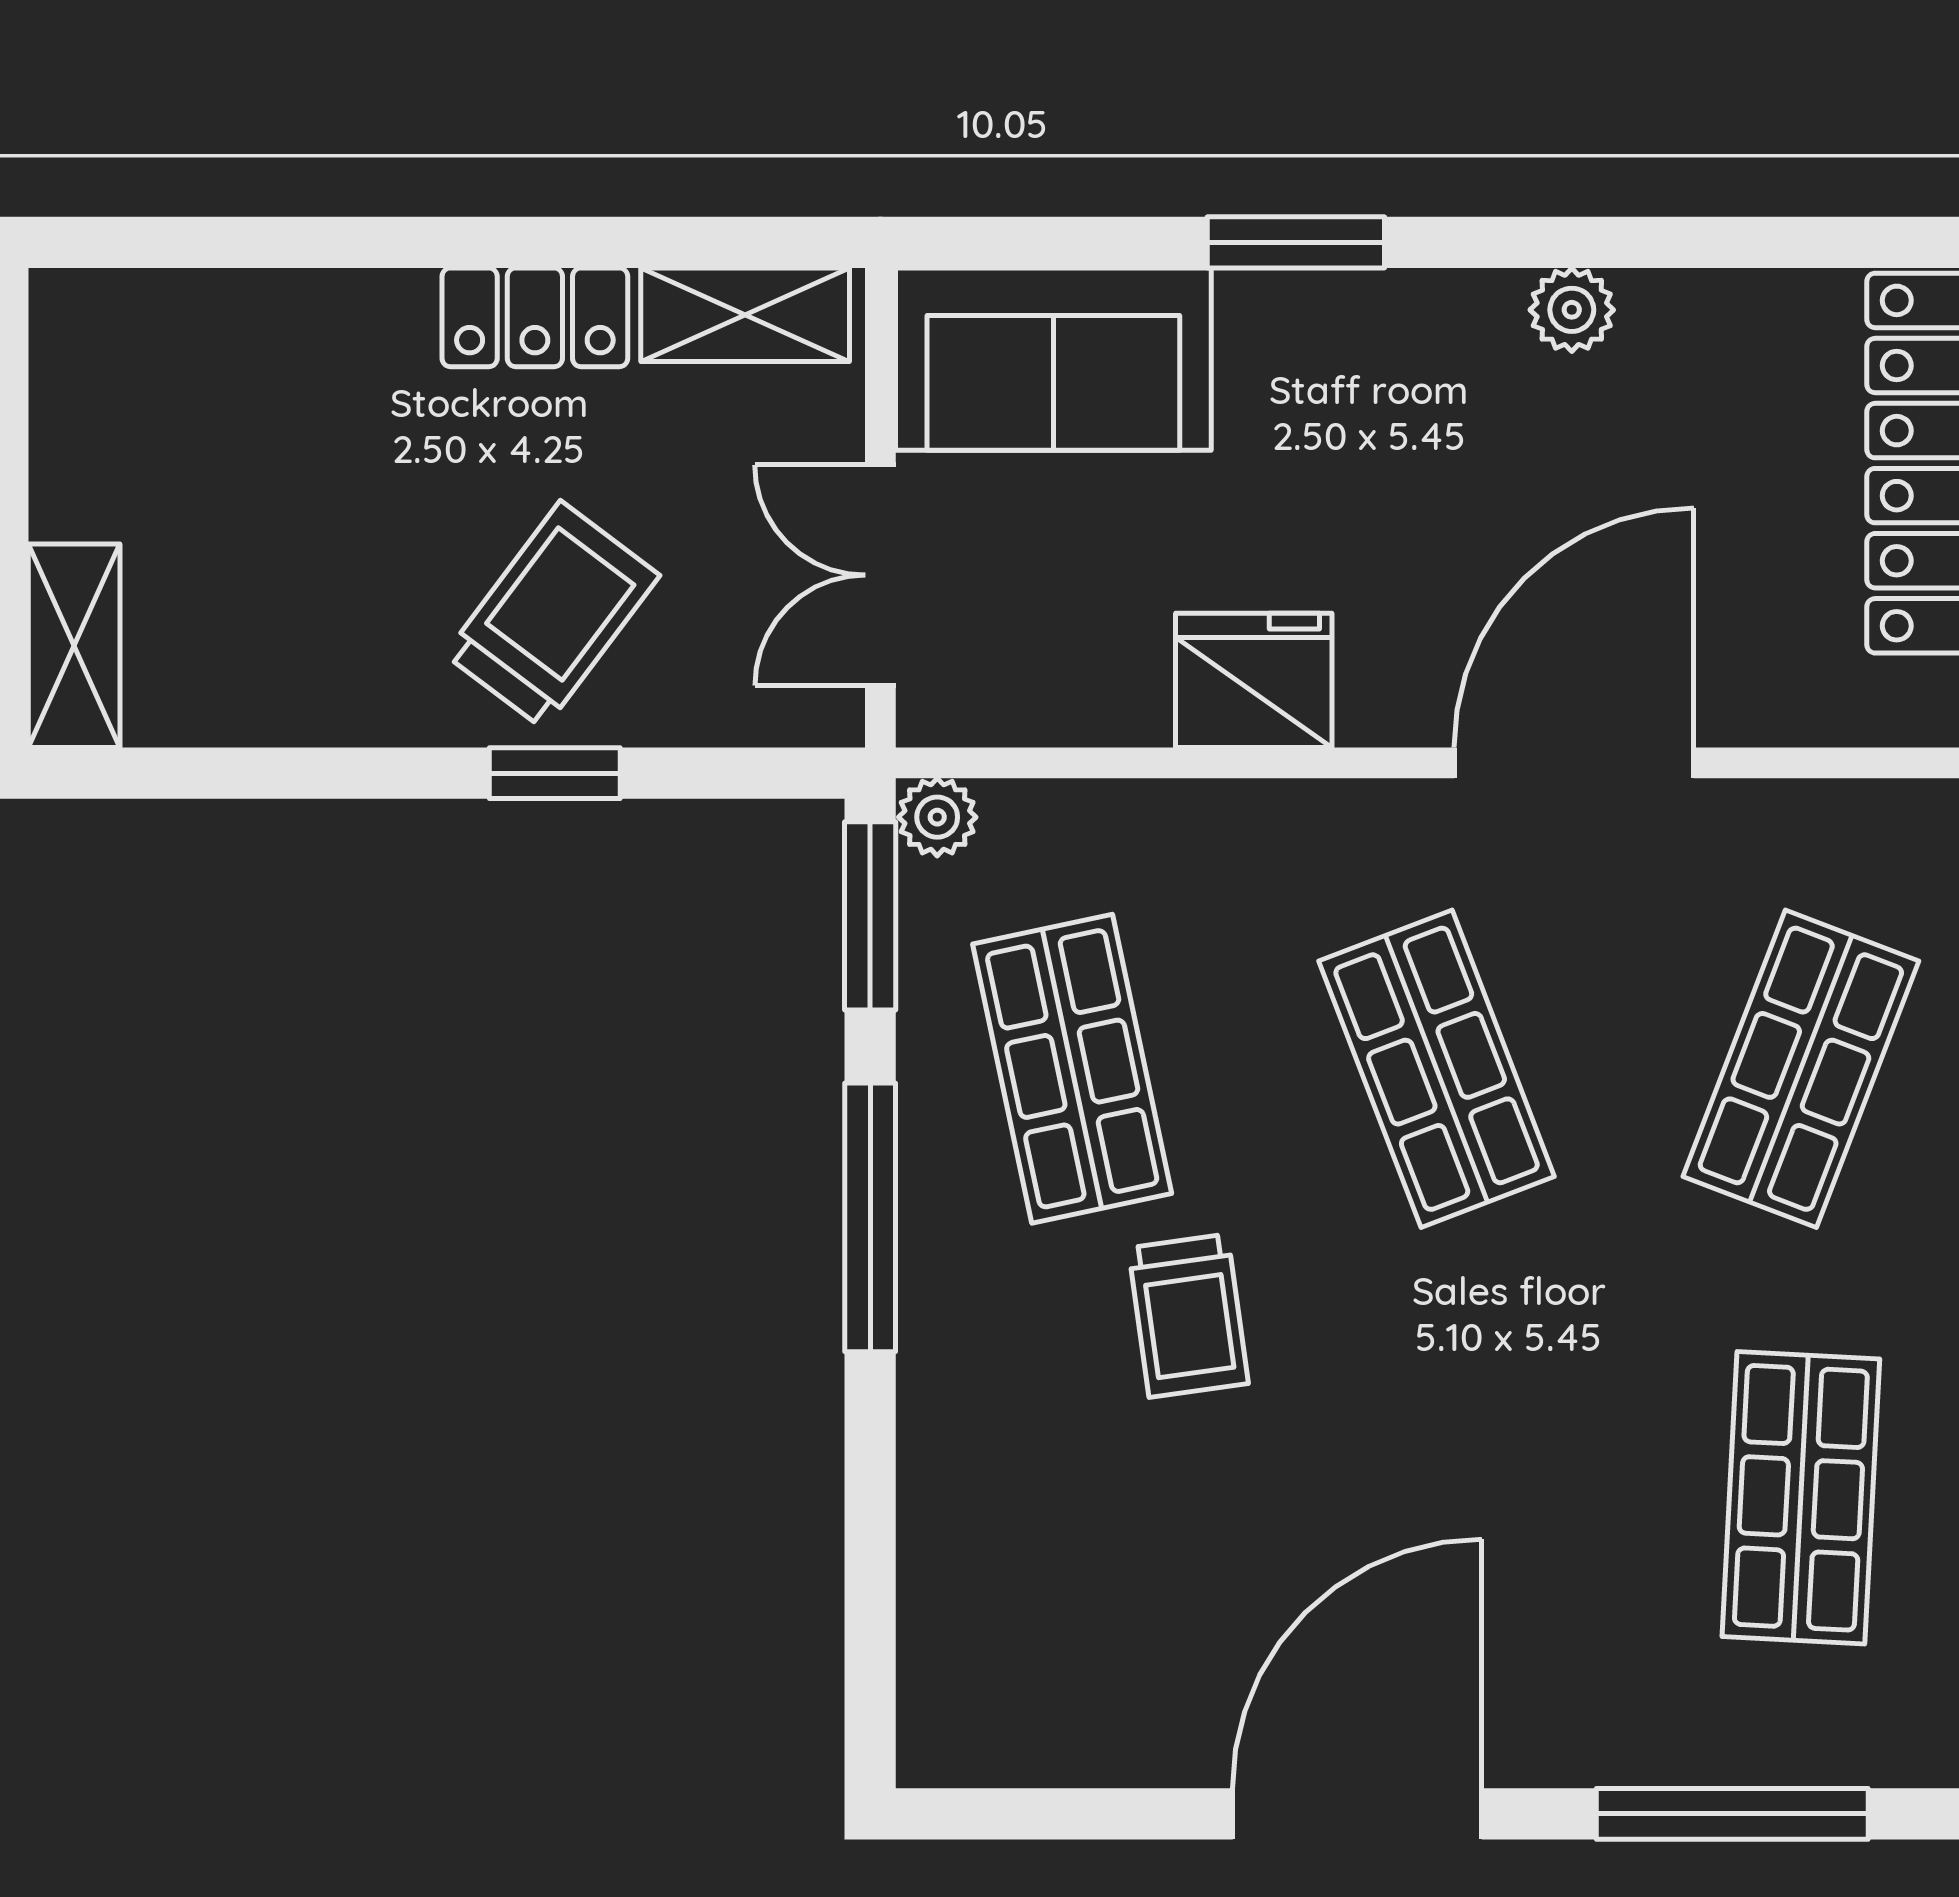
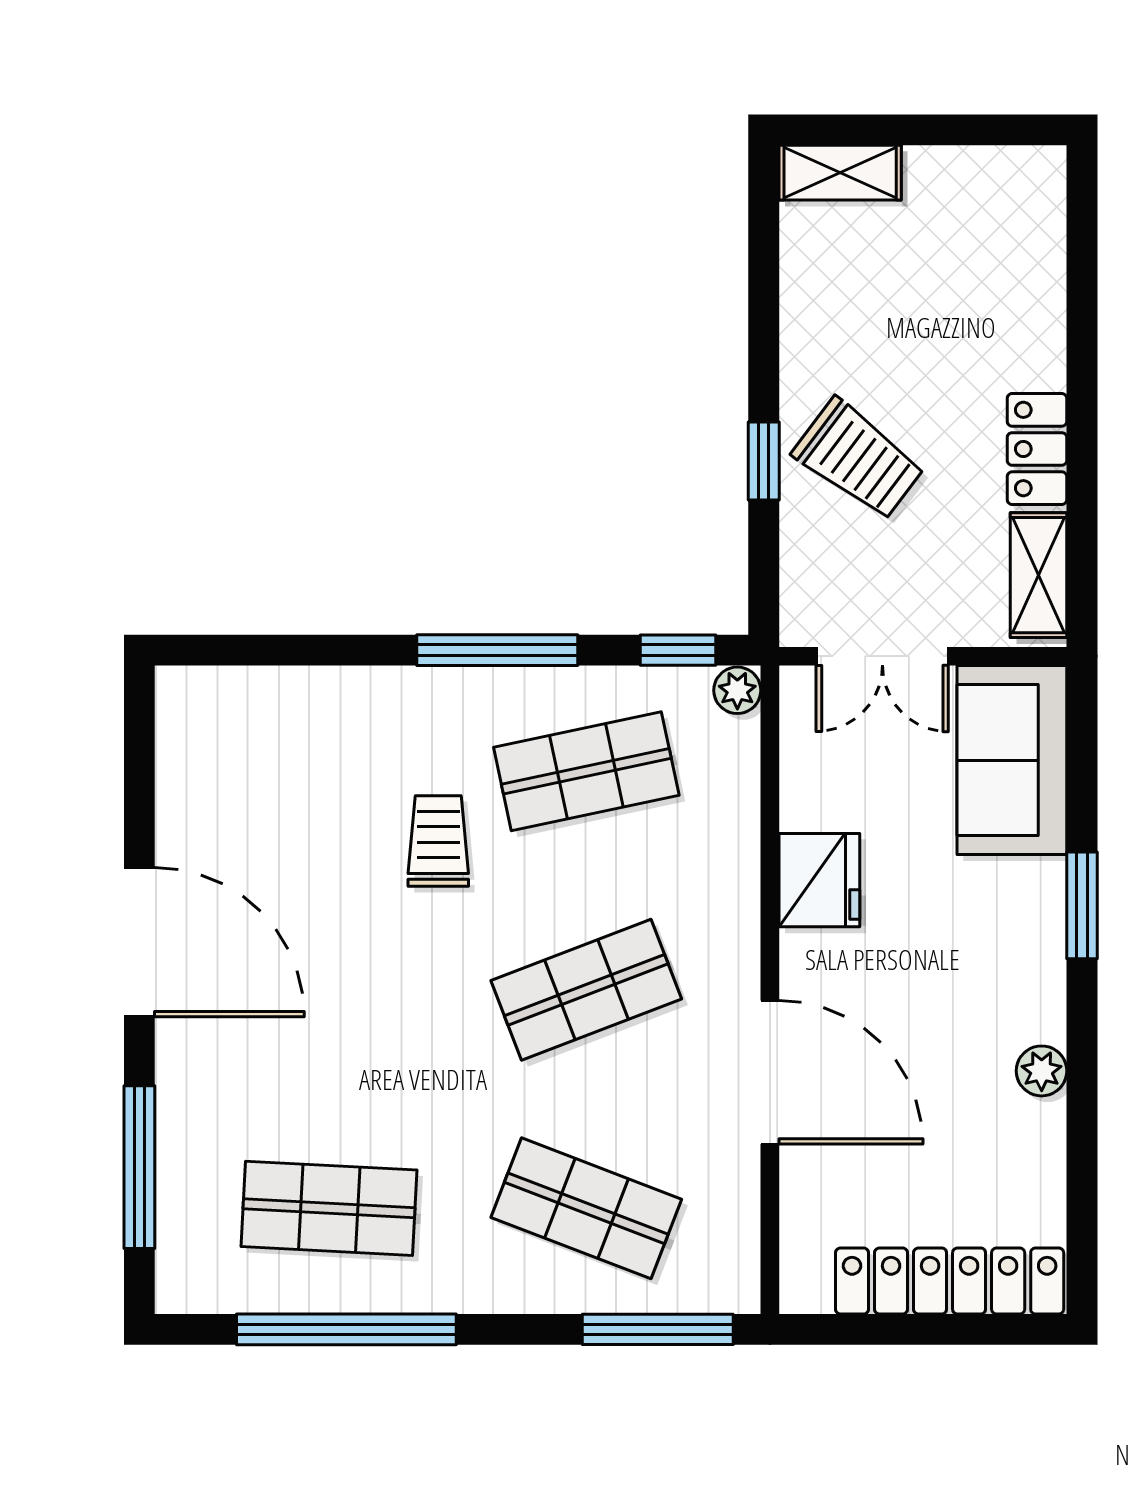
double door: (880, 575) -> (882, 656), swing flipped
window: (870, 916) -> (678, 650), width x0.67
trolley: (1188, 1316) -> (438, 841), turned 98

